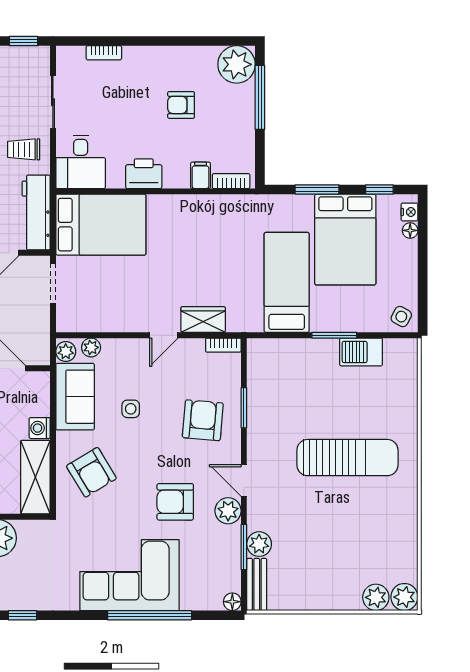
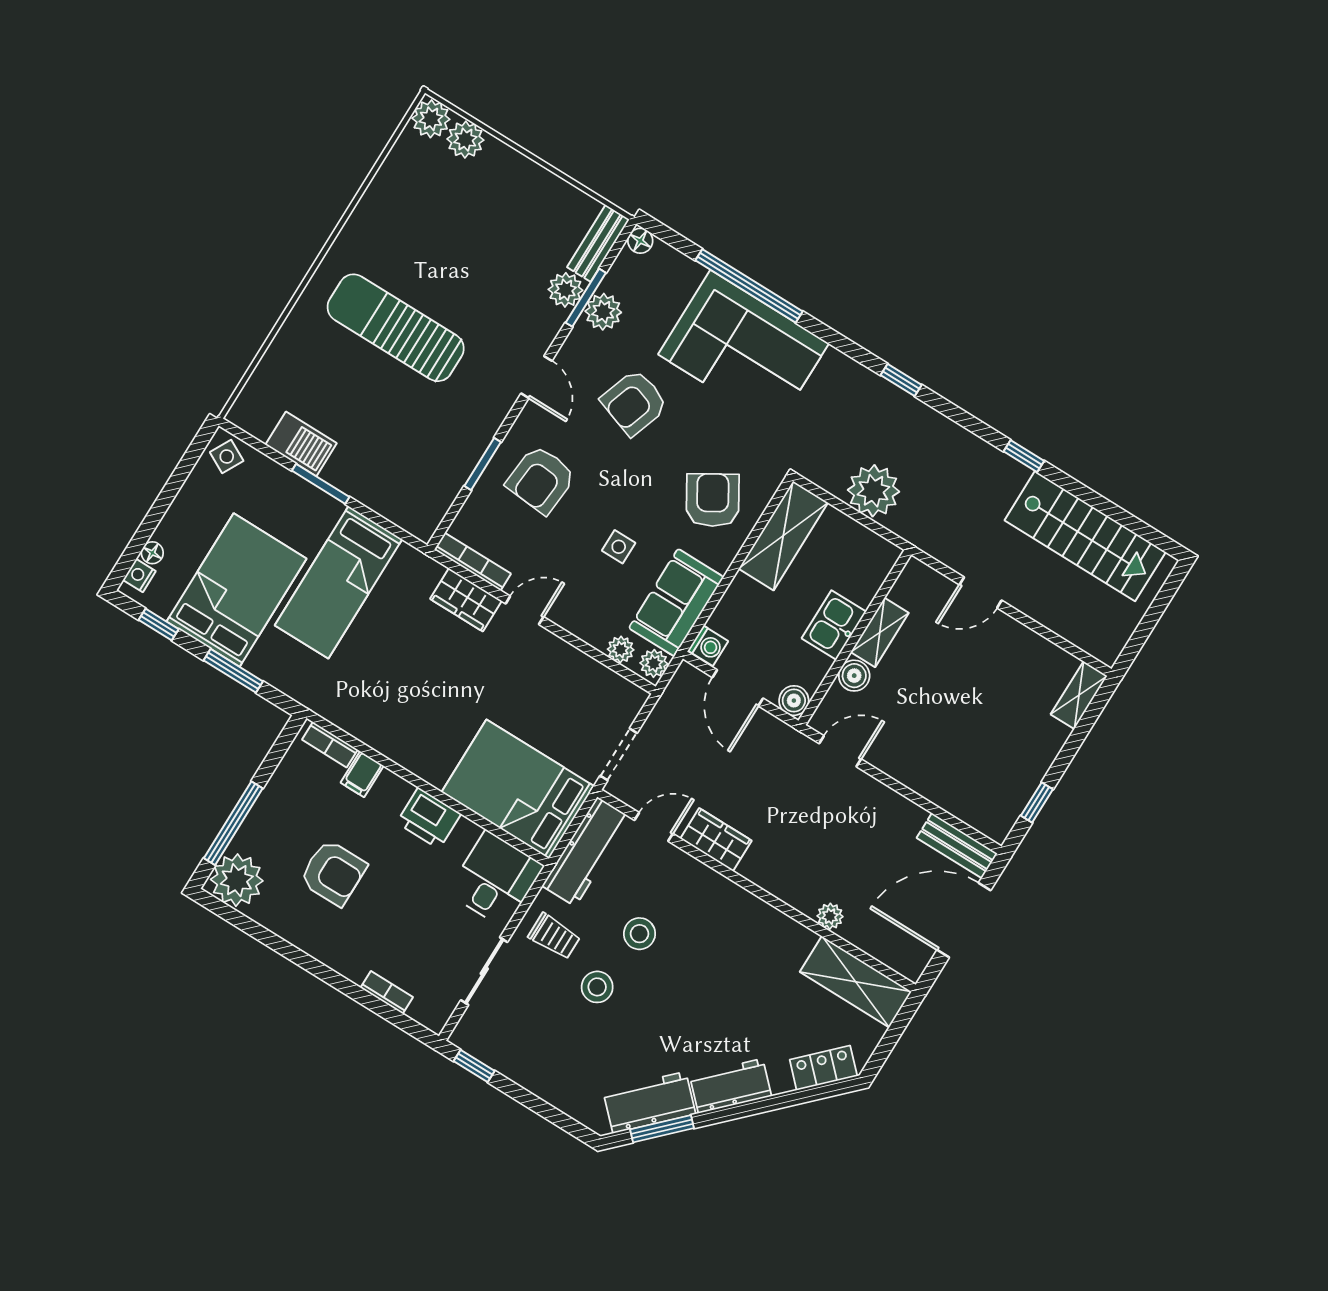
armchair: (181, 105) -> (333, 873), width x1.38, depth x1.38
bookcase: (223, 345) -> (473, 562), width x1.56
washing machine: (40, 428) -> (708, 646), moved
armchair: (175, 502) -> (634, 403), turned 109
plant: (228, 511) -> (603, 312), moved

